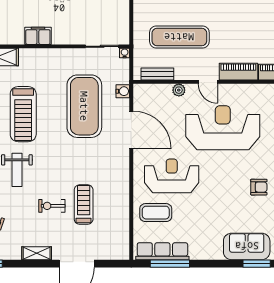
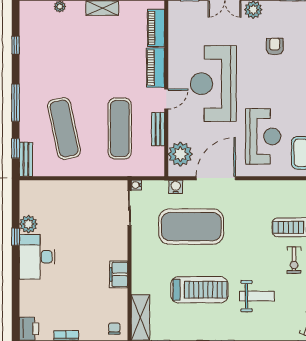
bench: (157, 74) -> (158, 129), moved
plant: (179, 90) -> (180, 154), moved, width x1.87, depth x1.87
reception desk: (172, 176) -> (263, 136), turned 180

